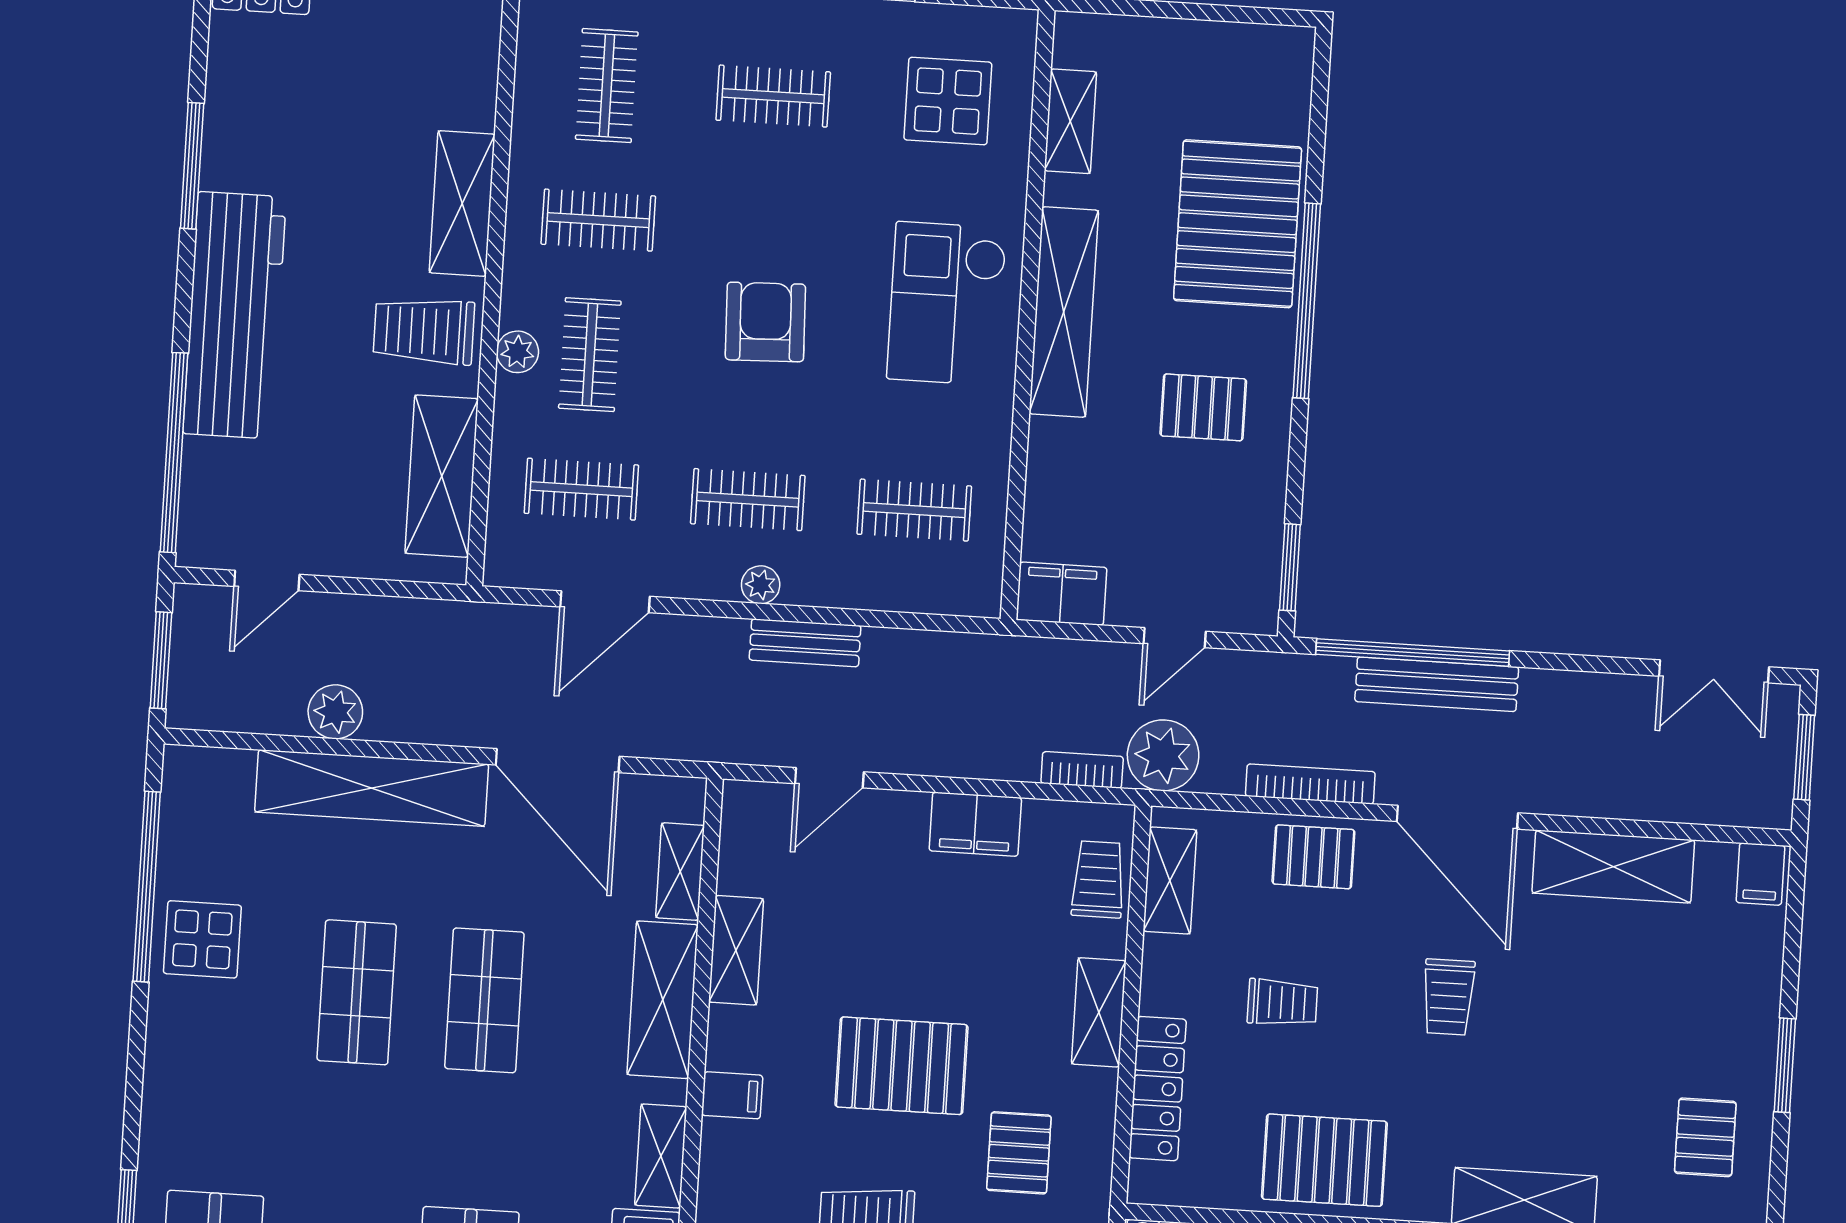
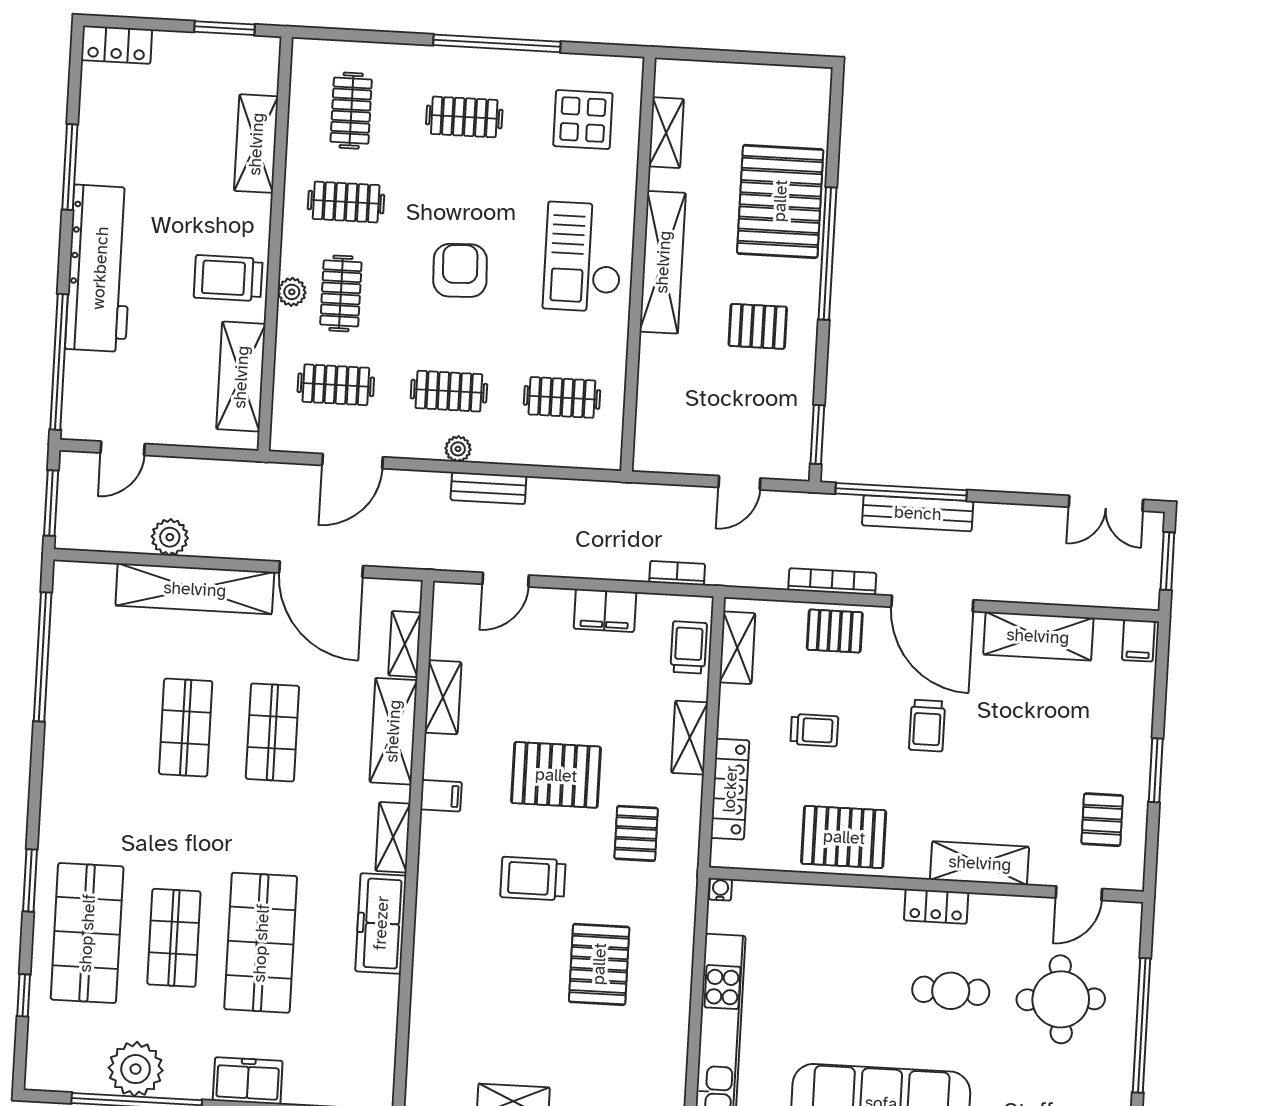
shelving: (462, 203) -> (256, 144), moved
filing cabinet: (1061, 594) -> (662, 453), removed
plant: (1163, 755) -> (732, 563), removed
display table: (202, 939) -> (81, 692), removed

